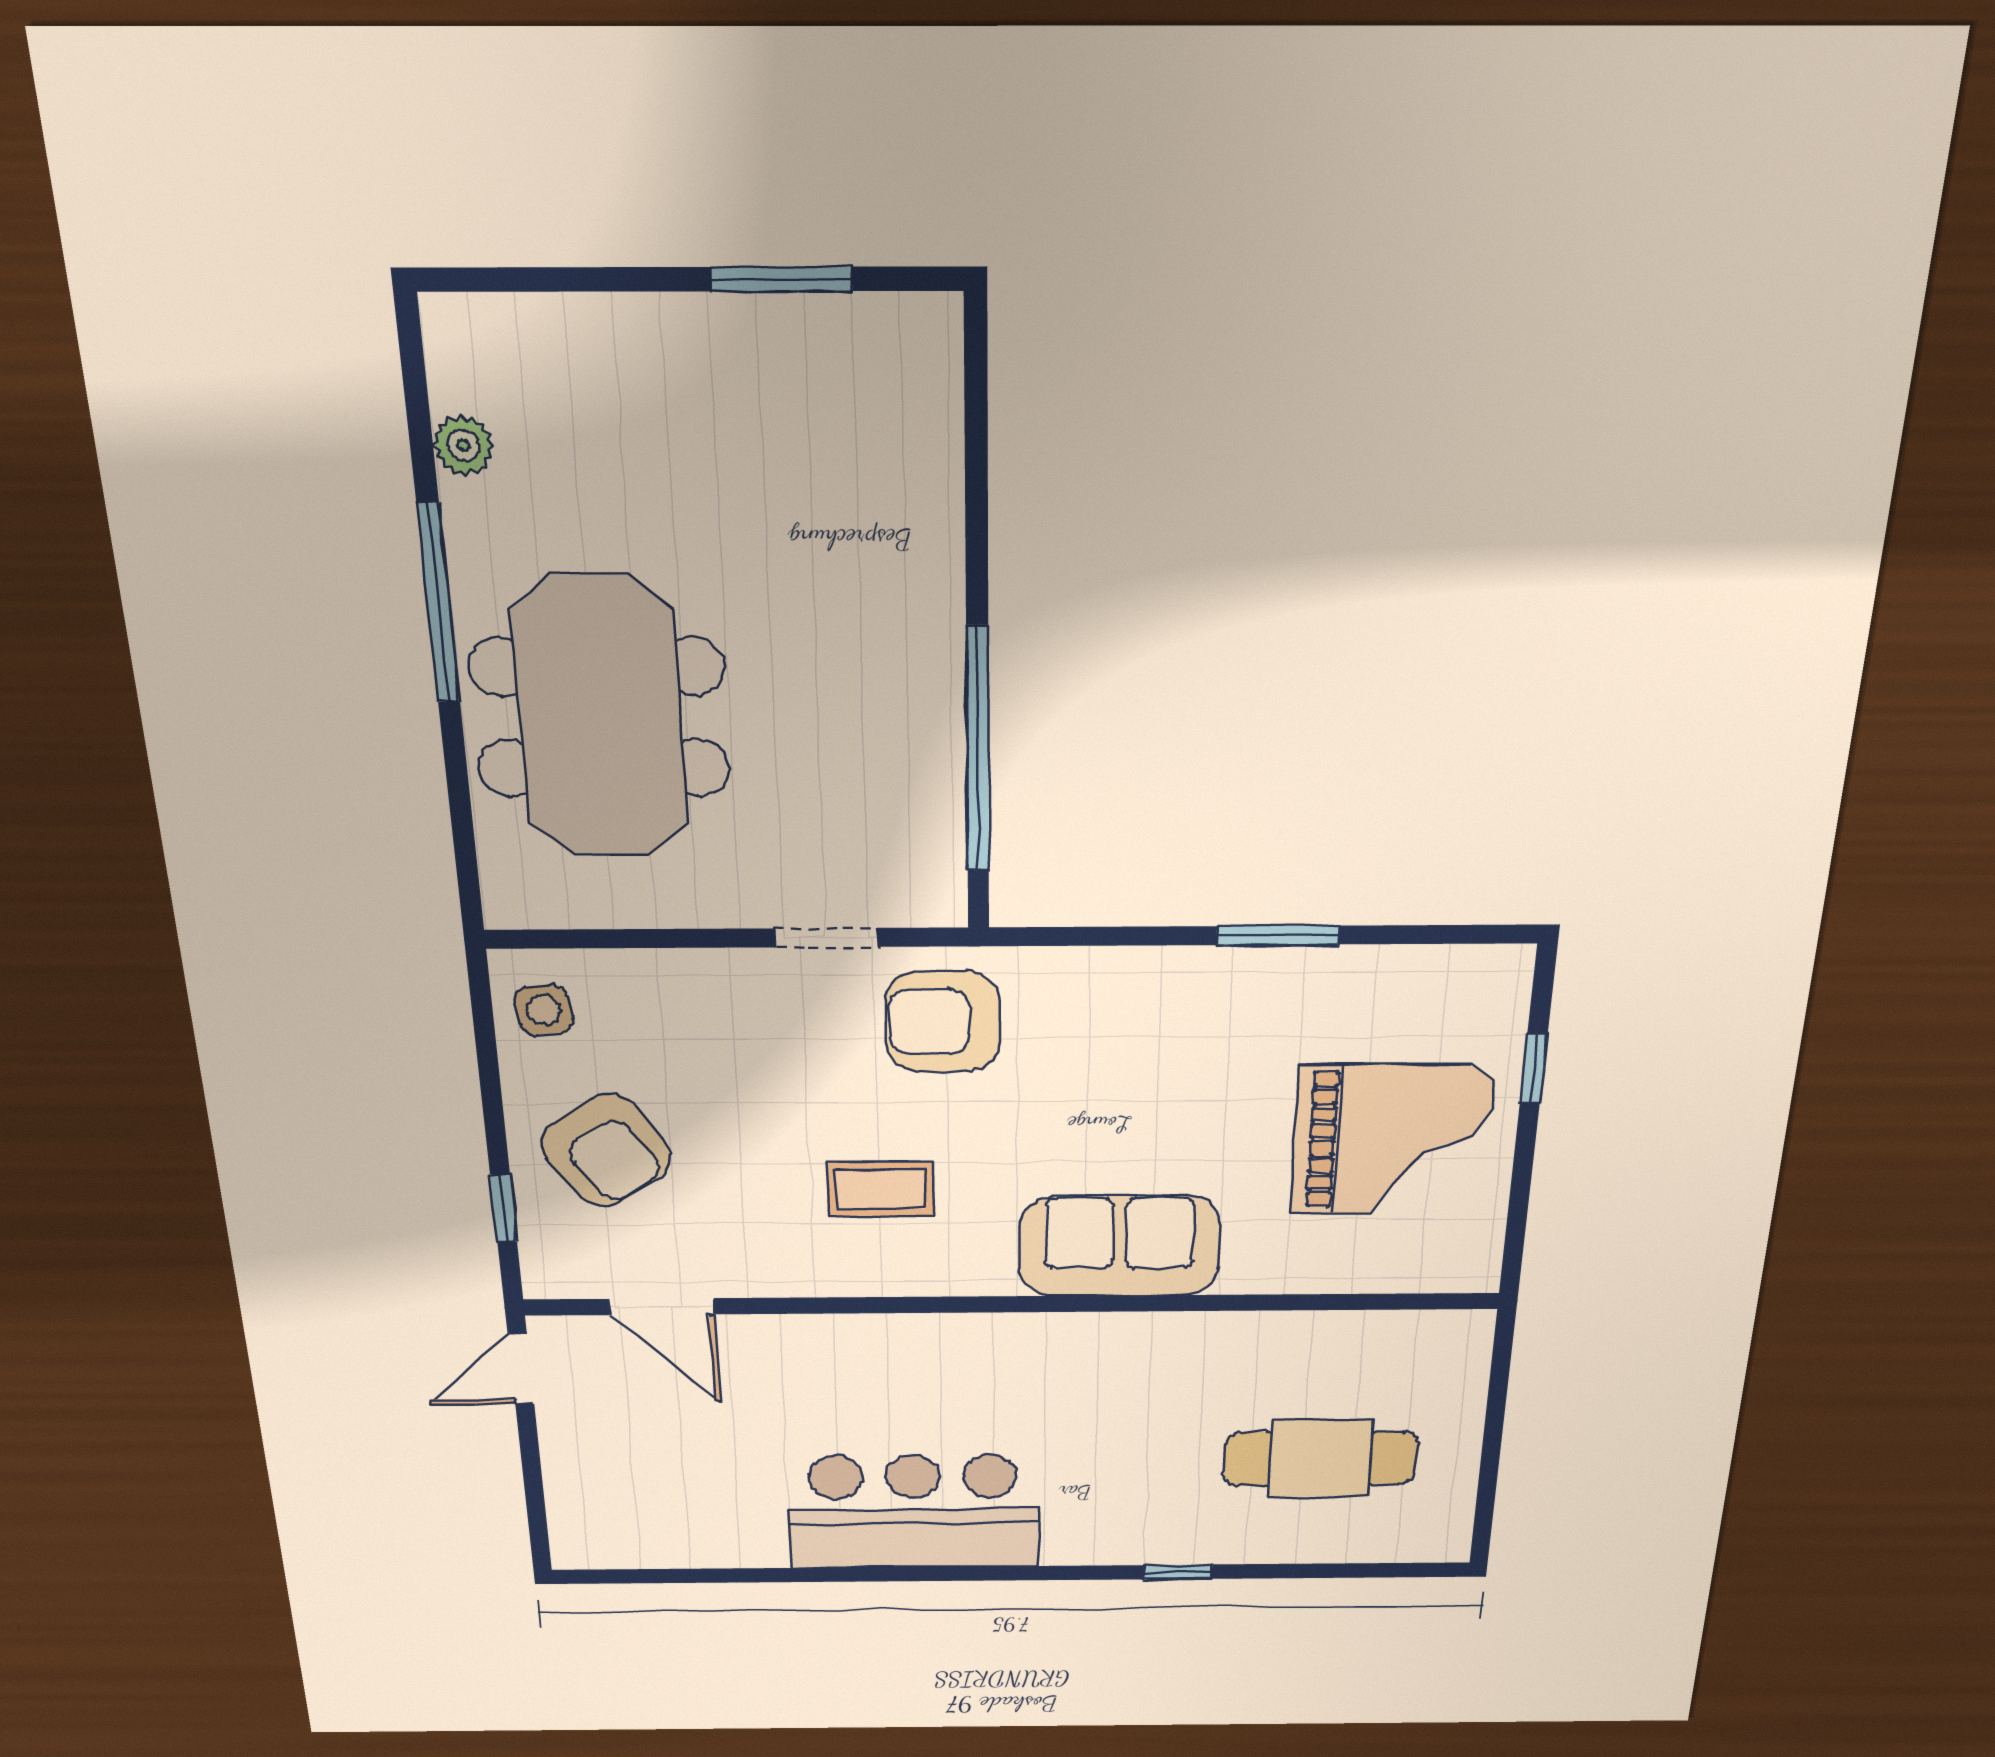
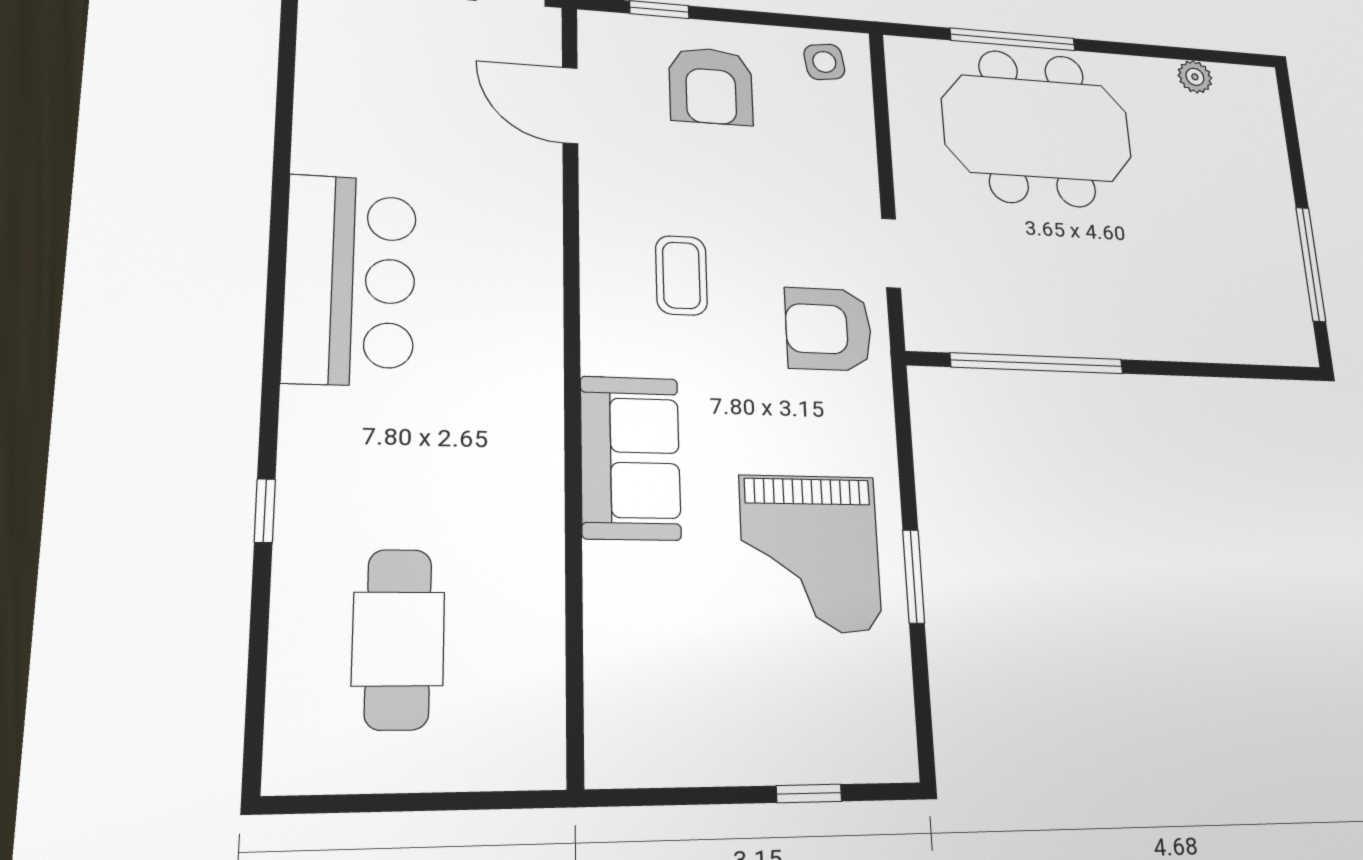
window: (782, 279) -> (1311, 264), width x1.44
window: (439, 604) -> (1013, 39), moved
armchair: (943, 1022) -> (828, 329), turned -90
grand piano: (1393, 1140) -> (810, 554), moved
armchair: (606, 1151) -> (711, 86), turned -56
door: (662, 1307) -> (570, 105), hinge flipped

